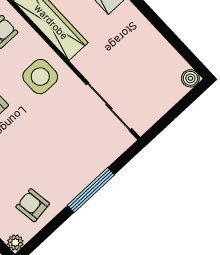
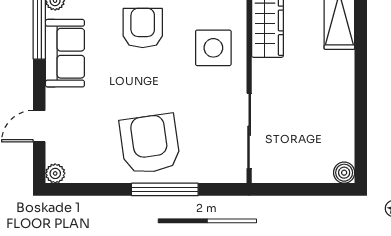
armchair: (33, 205) -> (150, 144), moved, width x1.88, depth x1.88

